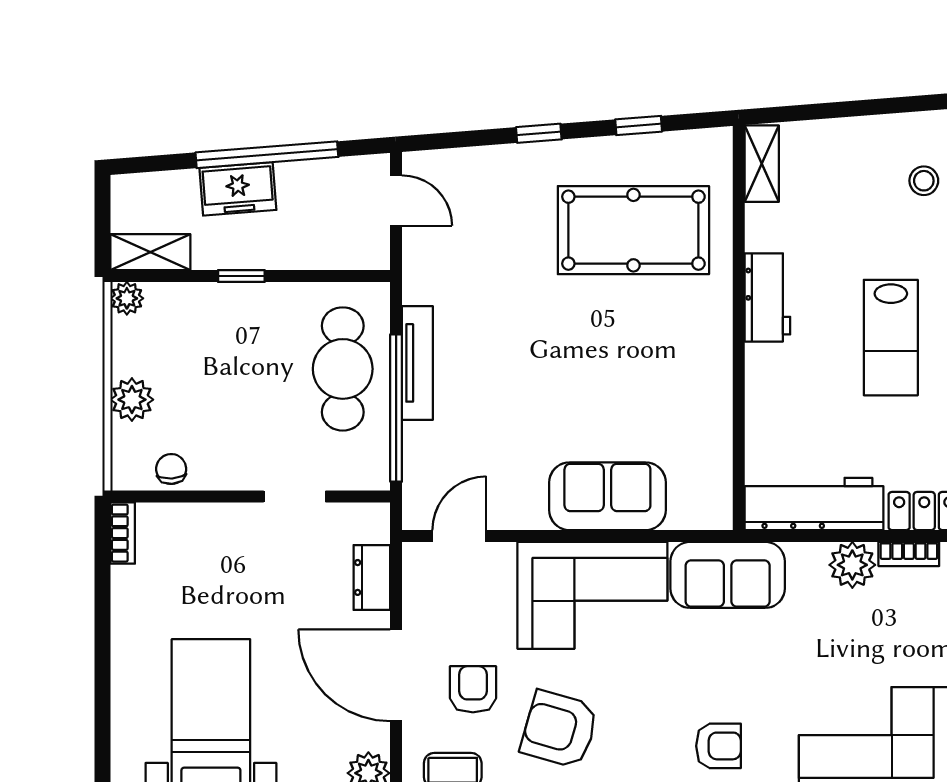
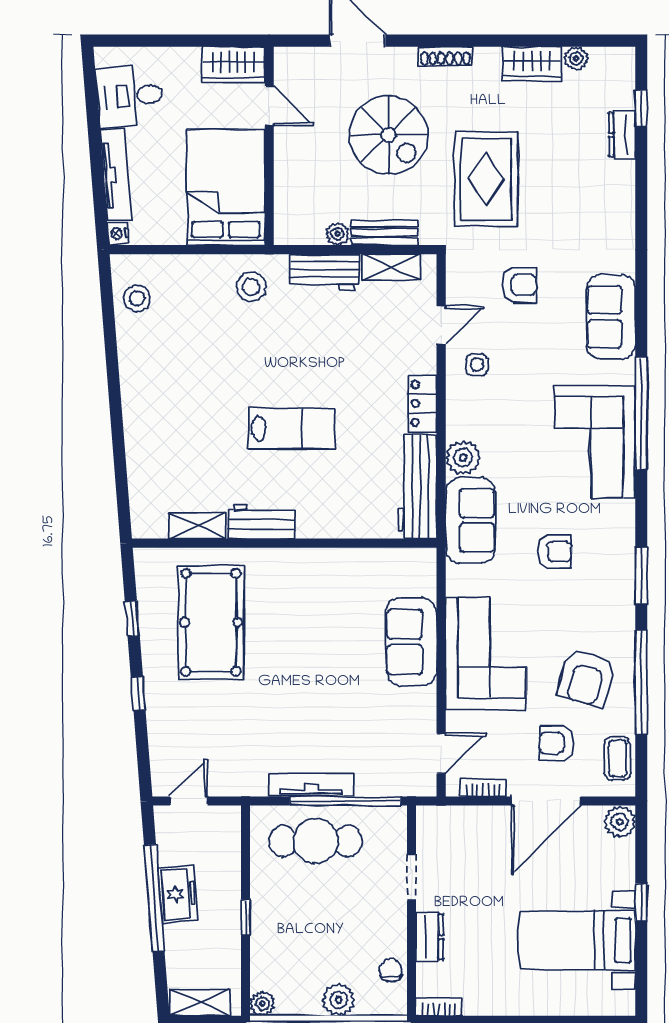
shelving: (762, 164) -> (197, 526), moved
stool: (924, 181) -> (174, 404), removed
freezer: (238, 189) -> (178, 894), moved
shelving: (150, 252) -> (200, 1002), moved, turned 90
chair: (171, 469) -> (391, 970), turned 94
door: (459, 536) -> (441, 753), swing flipped
bookcase: (909, 554) -> (483, 787), moved, turned -90
sofa: (728, 575) -> (471, 520), moved
dresser: (372, 577) -> (430, 937), moved, turned -90
armchair: (719, 746) -> (555, 551), moved, turned 90

